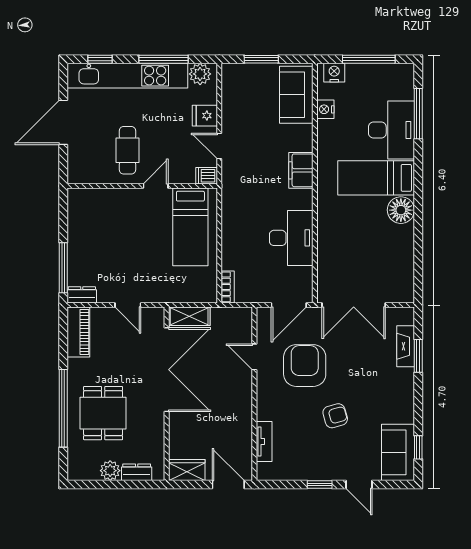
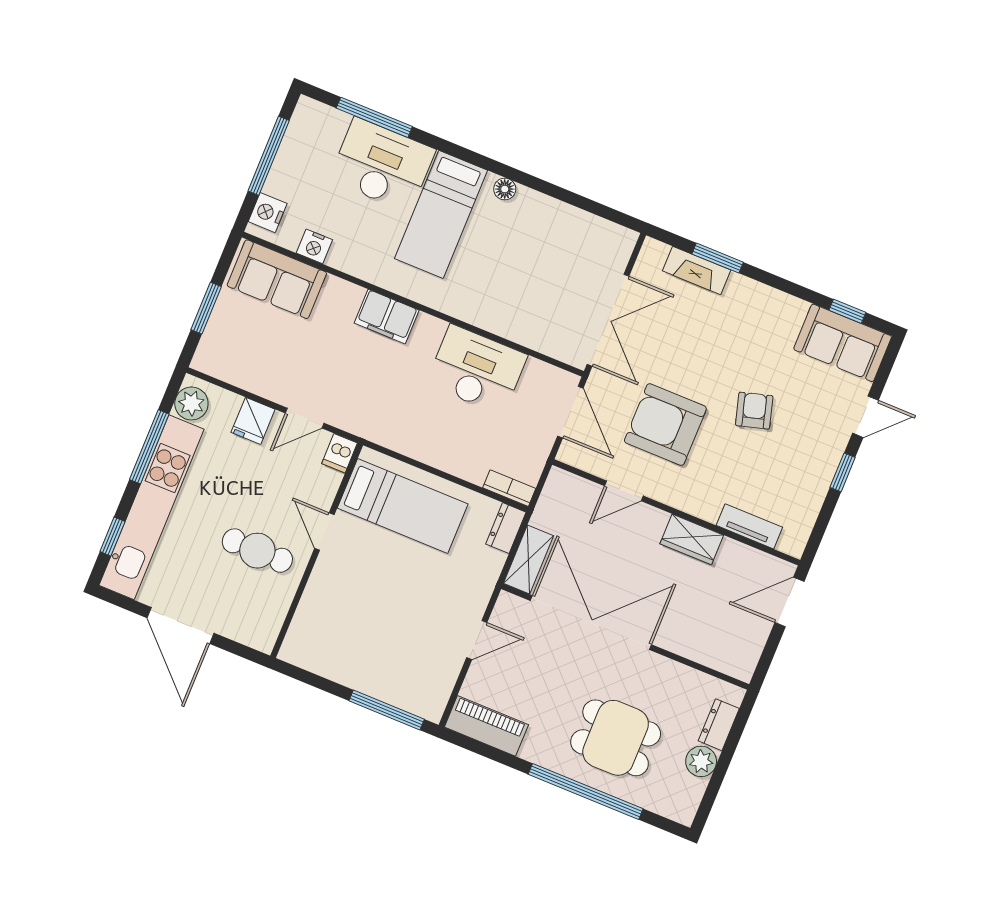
floor lamp: (401, 210) -> (505, 189), width x0.53, depth x0.53
dresser: (82, 295) -> (506, 528), moved
wardrobe: (187, 470) -> (692, 539), moved, turned -90

